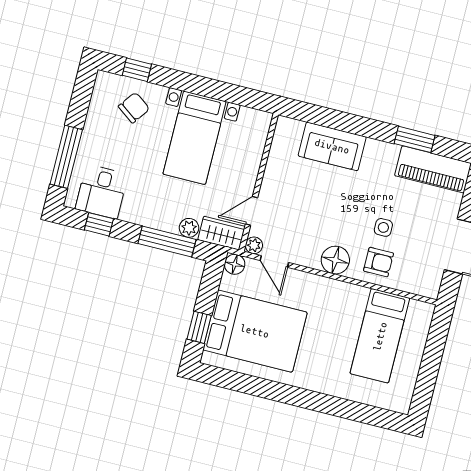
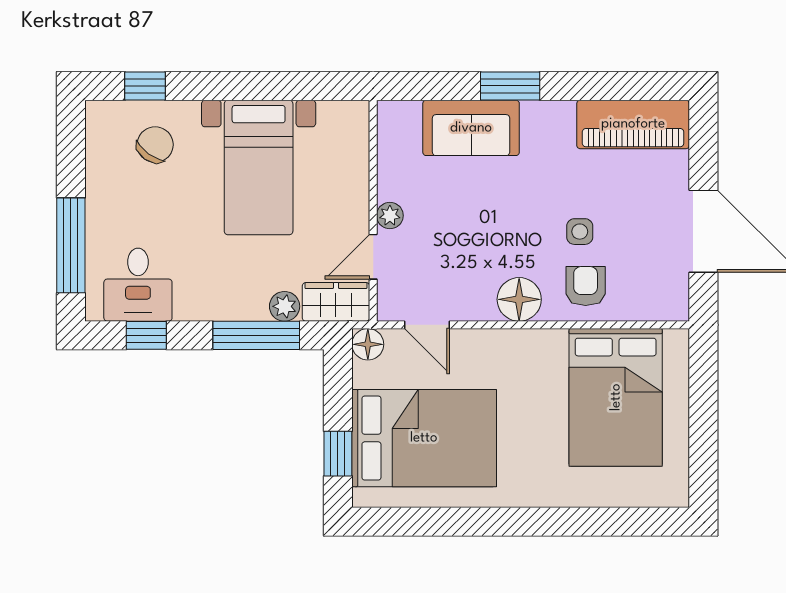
window: (415, 139) -> (510, 86), moved
plant: (254, 245) -> (390, 216), moved
armchair: (379, 262) -> (586, 286), turned -90
bed: (380, 336) -> (616, 397), width x1.50

